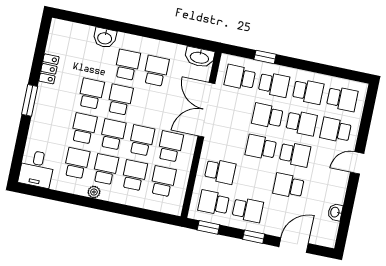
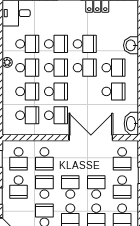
school desk: (240, 77) -> (122, 159), turned 180
school desk: (254, 179) -> (44, 187), added
school desk: (214, 203) -> (19, 159), turned 180

